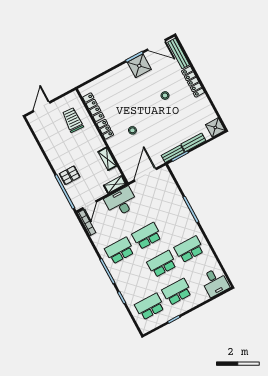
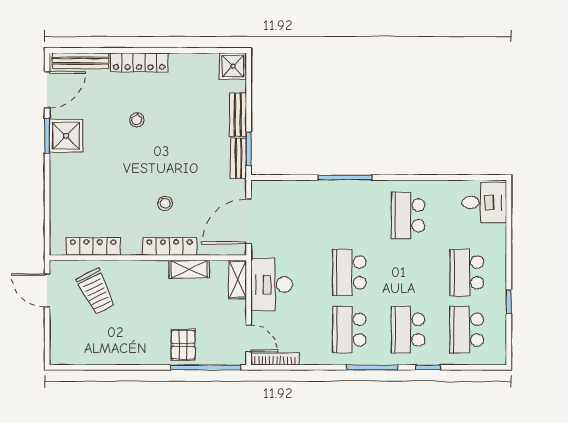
door: (42, 107) -> (47, 290), moved
trolley: (73, 120) -> (96, 291), turned -119
locker: (105, 129) -> (170, 247), moved, width x1.53
door: (145, 175) -> (249, 221), hinge flipped
school desk: (162, 264) -> (408, 330), moved

